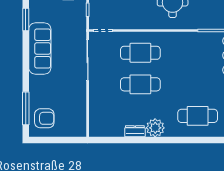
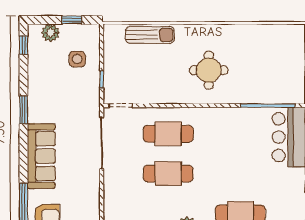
window: (26, 19) -> (24, 110), moved
sofa: (40, 48) -> (41, 156), moved

